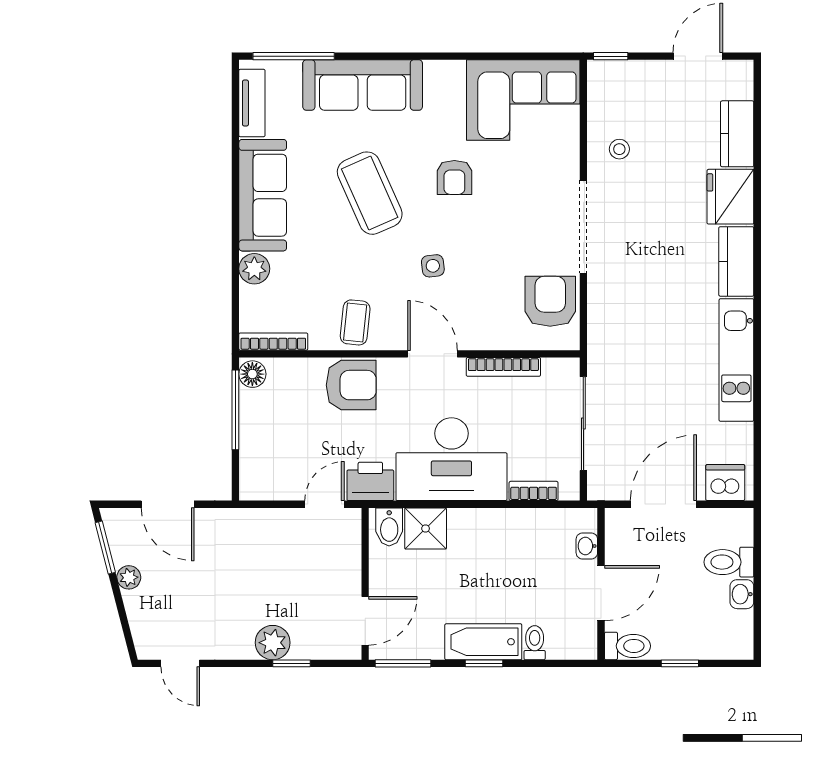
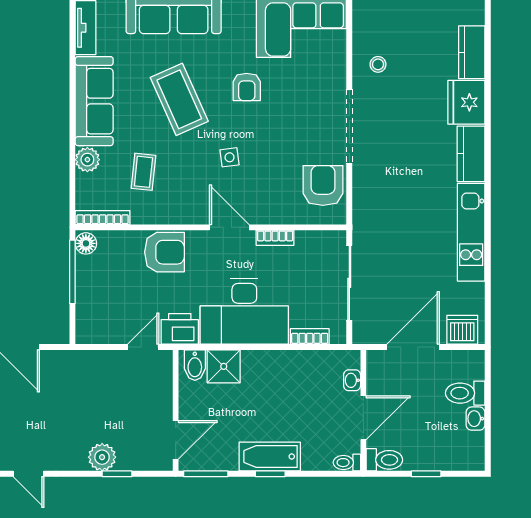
coffee table: (355, 322) -> (143, 172), moved
bookcase: (503, 367) -> (275, 238), width x0.64
toilet: (535, 643) -> (347, 463), moved, turned -90

